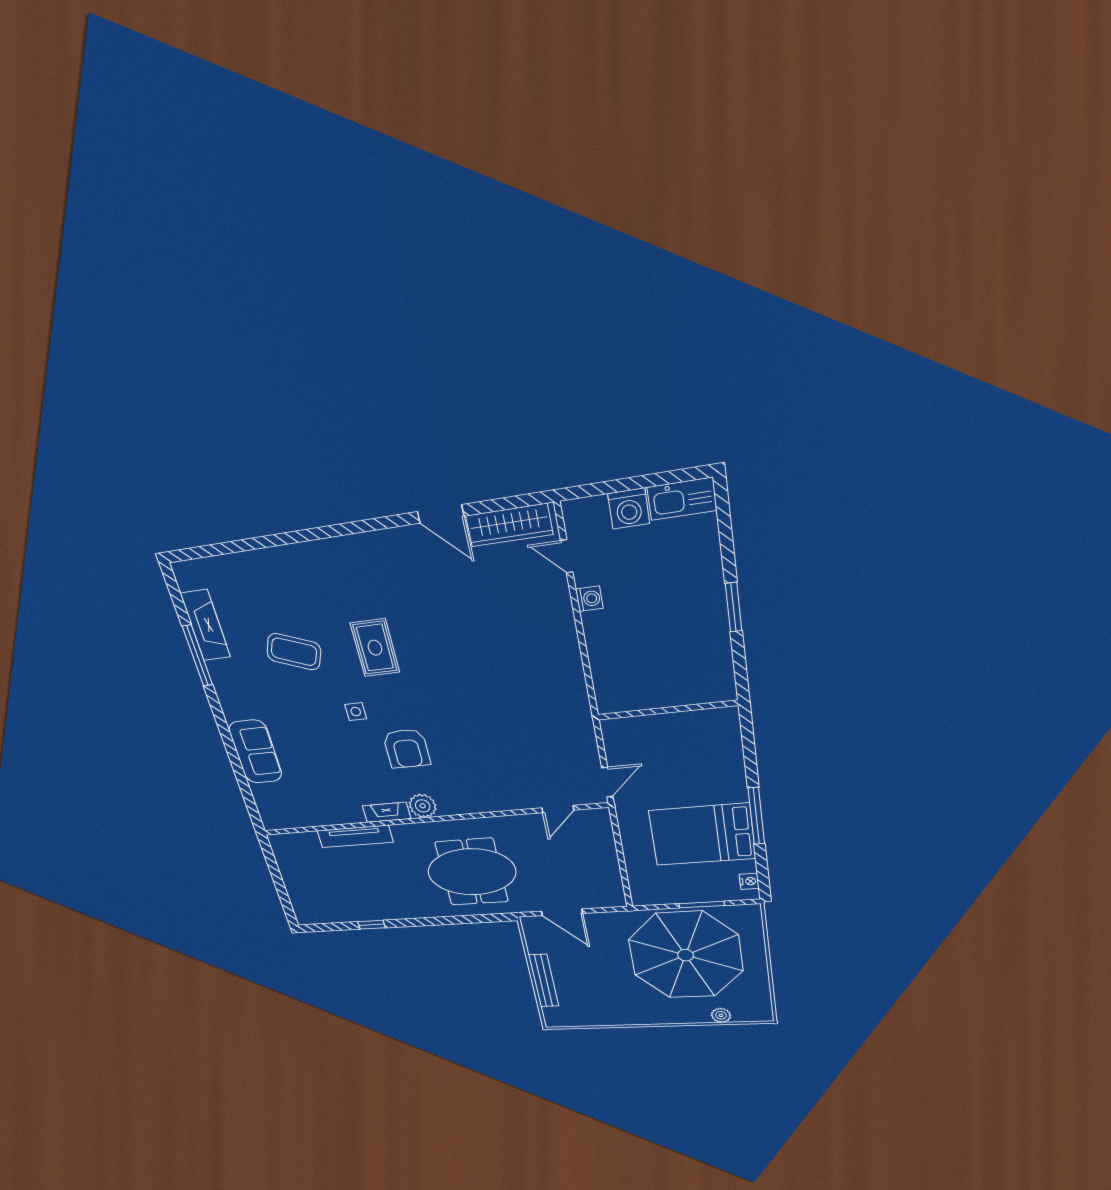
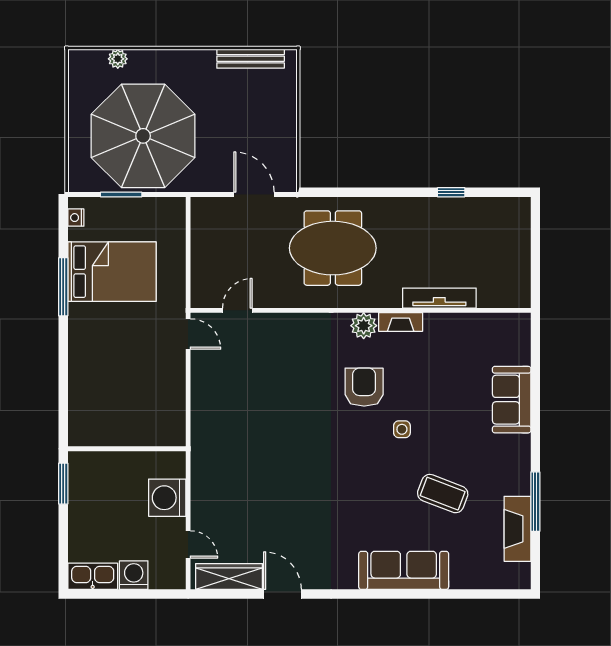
sofa: (310, 563) -> (404, 570), added
washing machine: (589, 599) -> (167, 498), width x1.89, depth x1.89
rug: (375, 648) -> (368, 488), removed
wall: (667, 710) -> (127, 449), moved
door: (607, 782) -> (188, 334), swing flipped
bench: (544, 981) -> (251, 59), moved, turned 90

